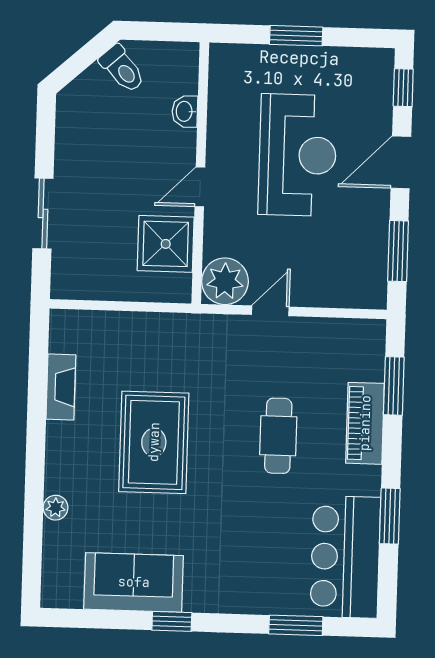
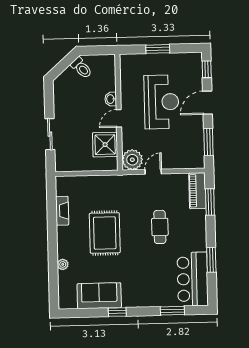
washbasin: (185, 111) -> (111, 99), moved
piano: (365, 423) -> (197, 191), moved

